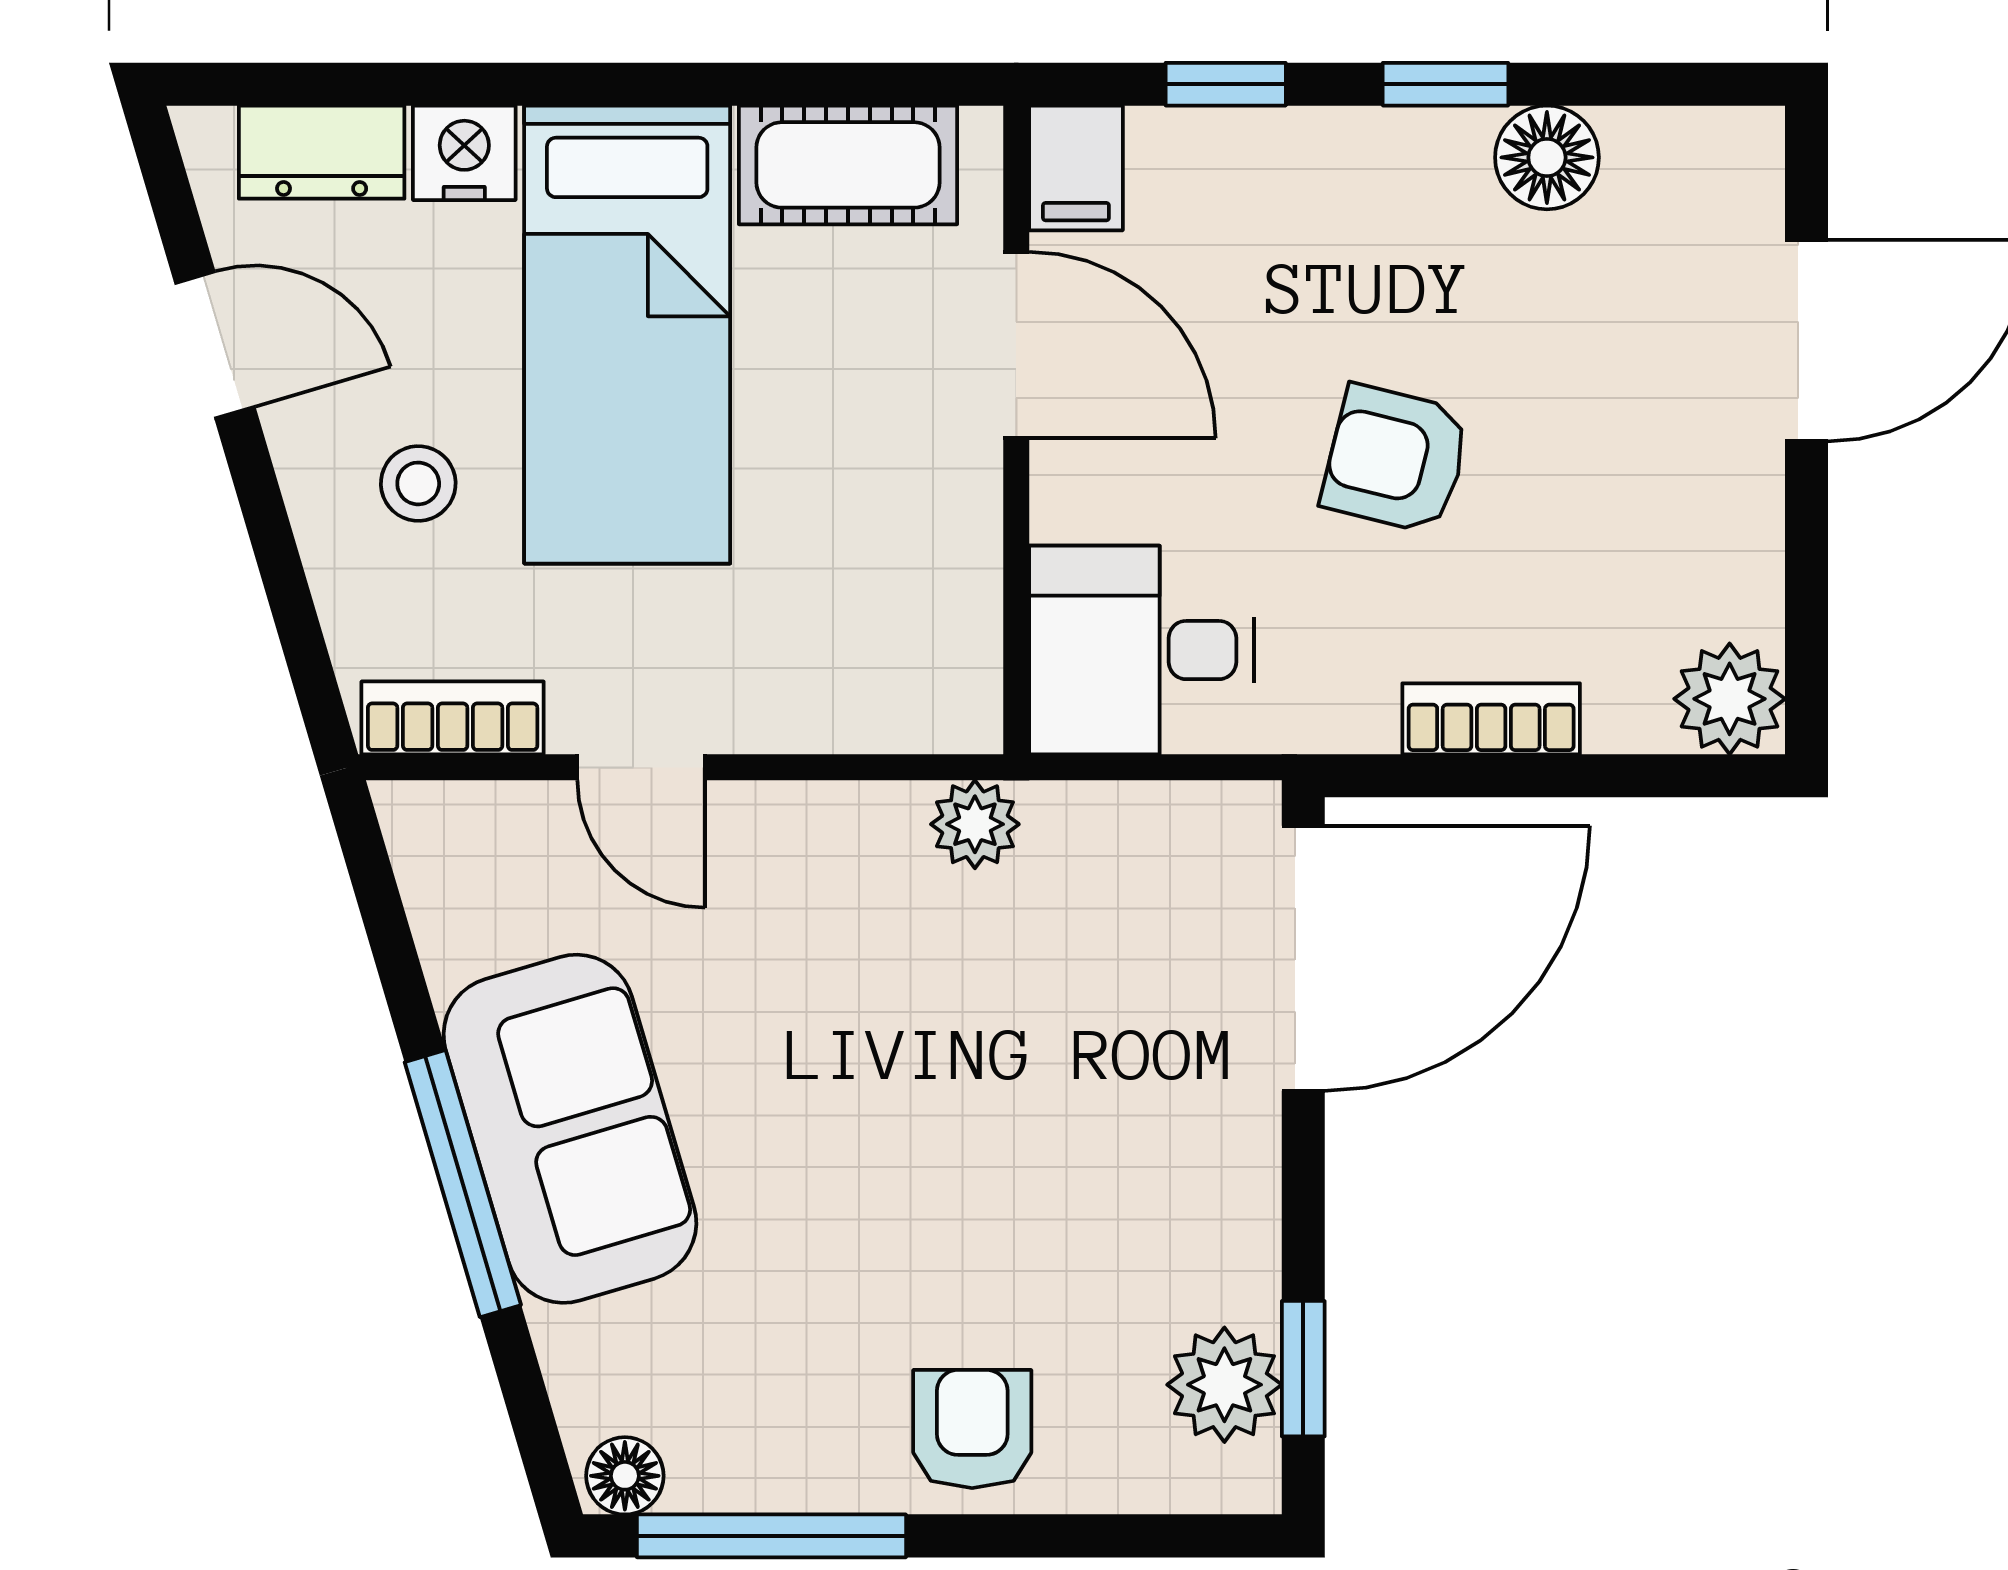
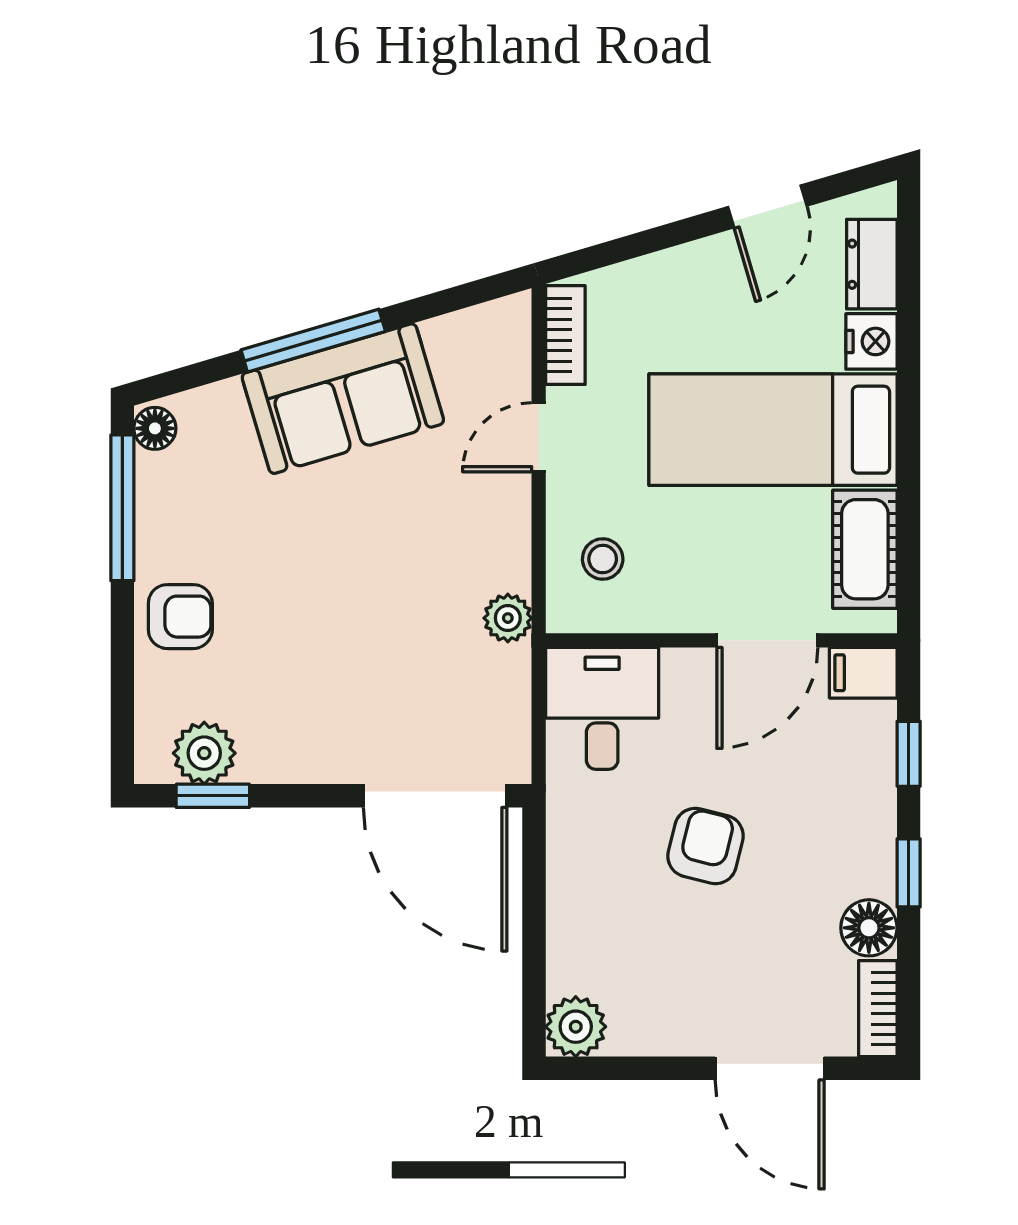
stool: (418, 483) -> (603, 559), moved
bookcase: (1491, 719) -> (878, 1009), moved, turned 180

